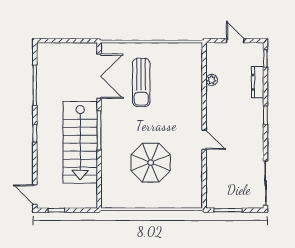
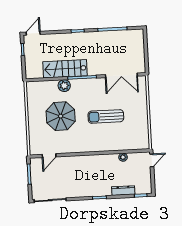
door: (235, 41) -> (152, 160), moved
sun lounger: (141, 82) -> (106, 116), moved
door: (204, 140) -> (49, 156), moved
stairs: (80, 142) -> (65, 69), width x0.73, depth x0.66
plant: (109, 156) -> (64, 86), added

